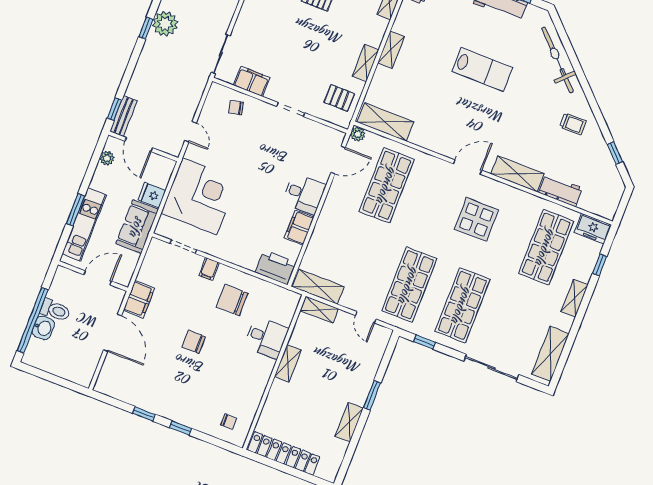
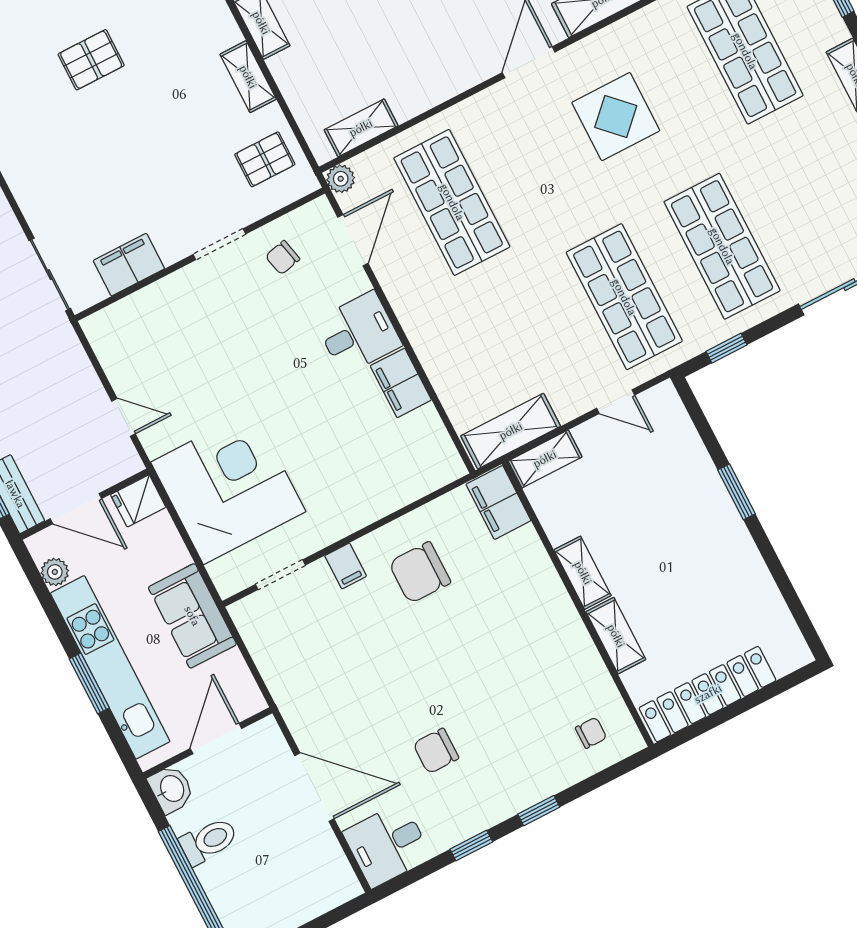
chair: (236, 108) -> (283, 258), moved
shelving: (385, 122) -> (361, 128), width x0.67, depth x0.75
fridge: (152, 195) -> (138, 501), moved
kitchen unit: (84, 224) -> (110, 667), width x1.36
printer: (275, 267) -> (428, 468), removed
filing cabinet: (139, 299) -> (498, 502), moved, turned 180
washbasin: (43, 328) -> (171, 789), moved
desk: (266, 338) -> (387, 845), moved, turned 180
chair: (194, 342) -> (436, 751), moved
shelving: (349, 422) -> (616, 636), moved

